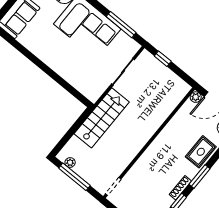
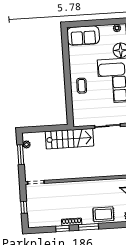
coffee table: (63, 61) -> (82, 86), added
window: (74, 177) -> (21, 155), width x0.69

